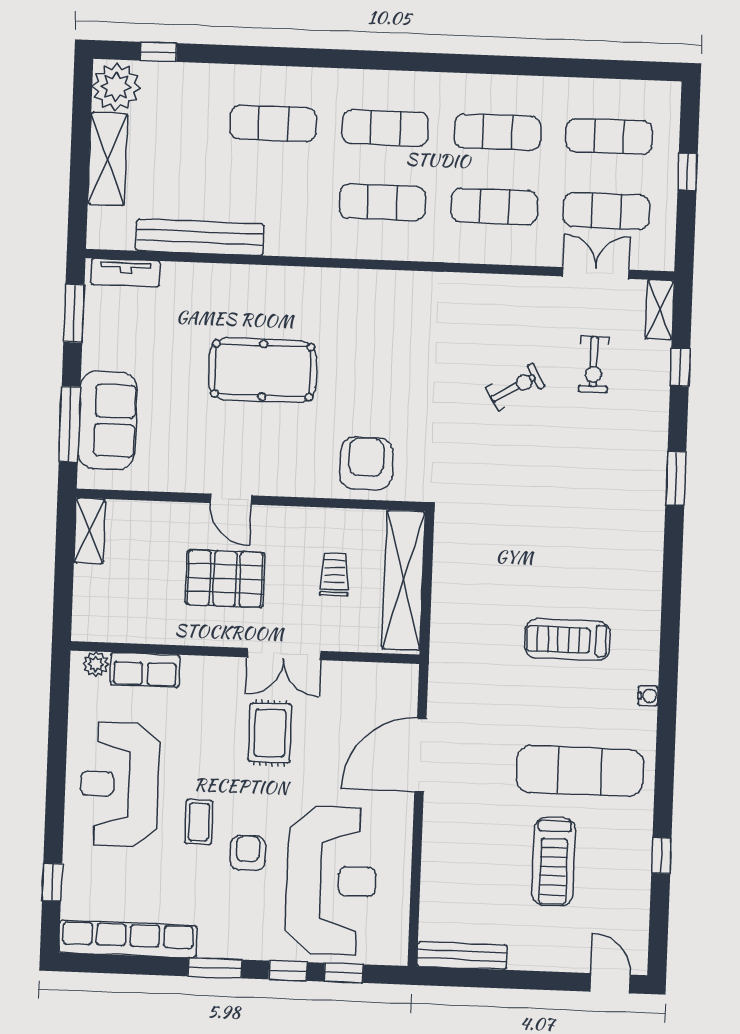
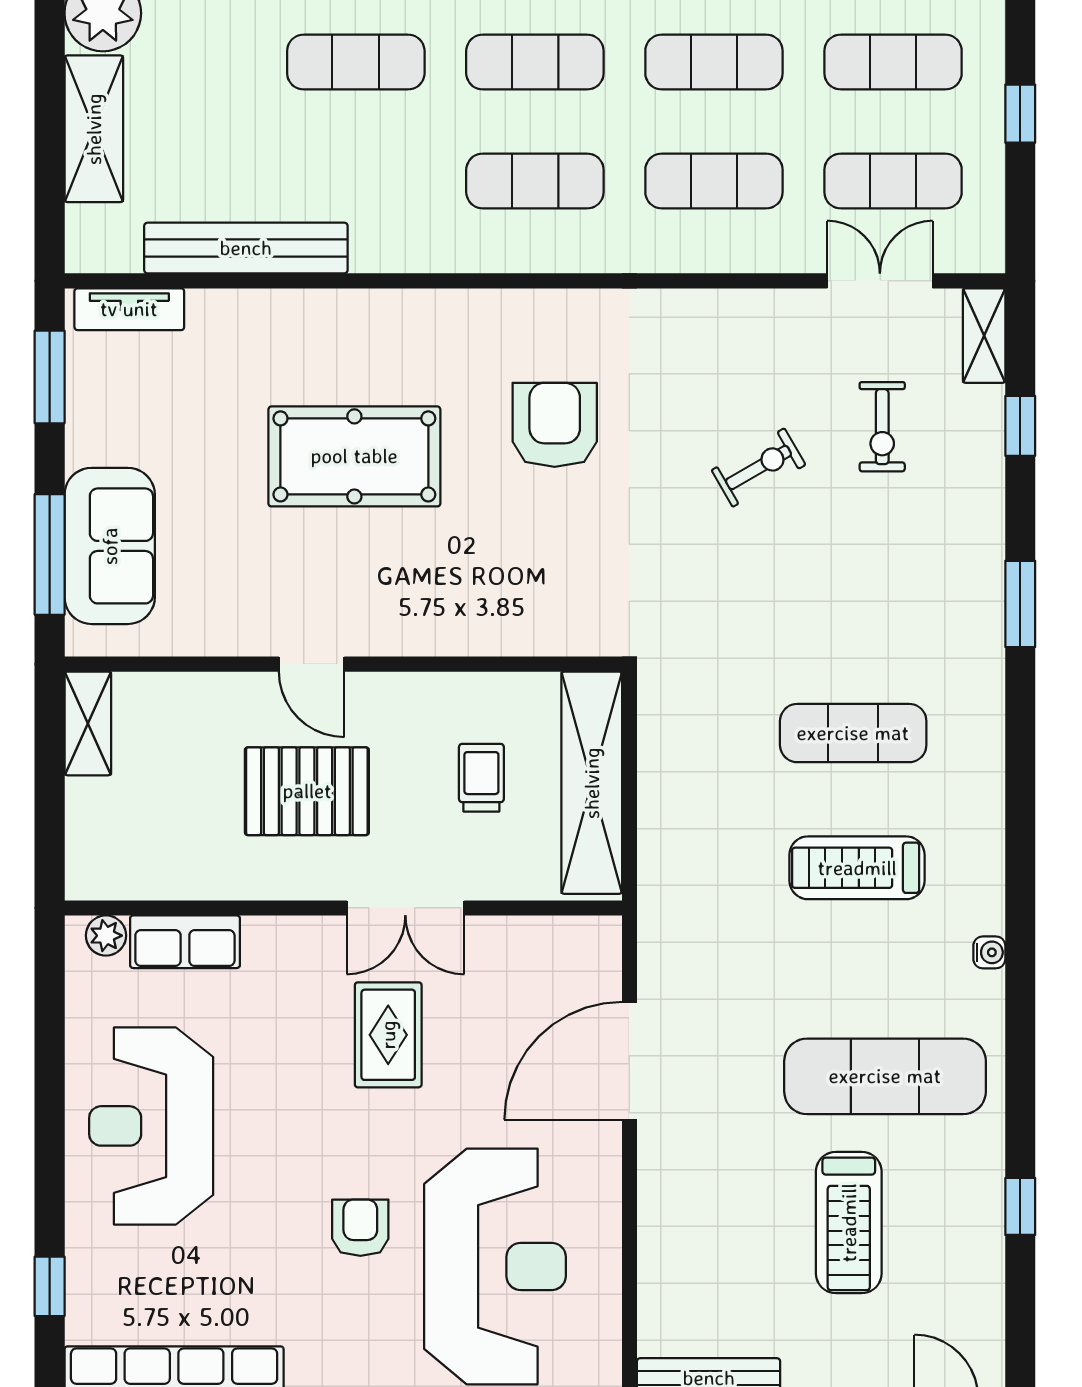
armchair: (366, 463) -> (555, 425), moved
exercise mat: (568, 555) -> (853, 733), added
coffee table: (199, 822) -> (280, 1181), removed

